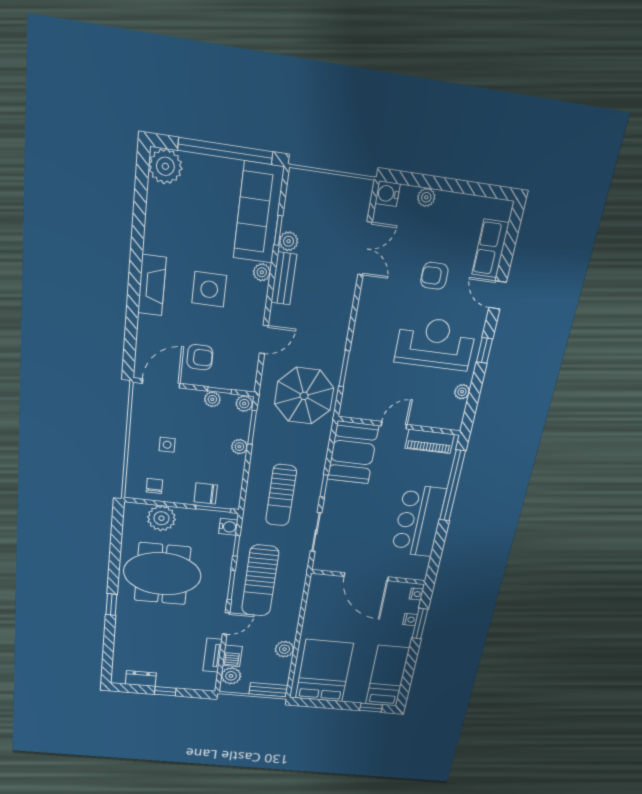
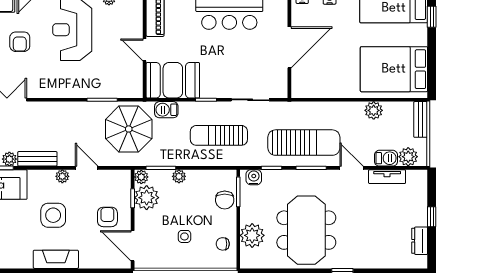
plant: (262, 272) -> (62, 176), moved
plant: (212, 399) -> (147, 198), width x1.88, depth x1.88
barbecue: (320, 441) -> (166, 110), added
sun lounger: (281, 495) -> (219, 135), turned 180

